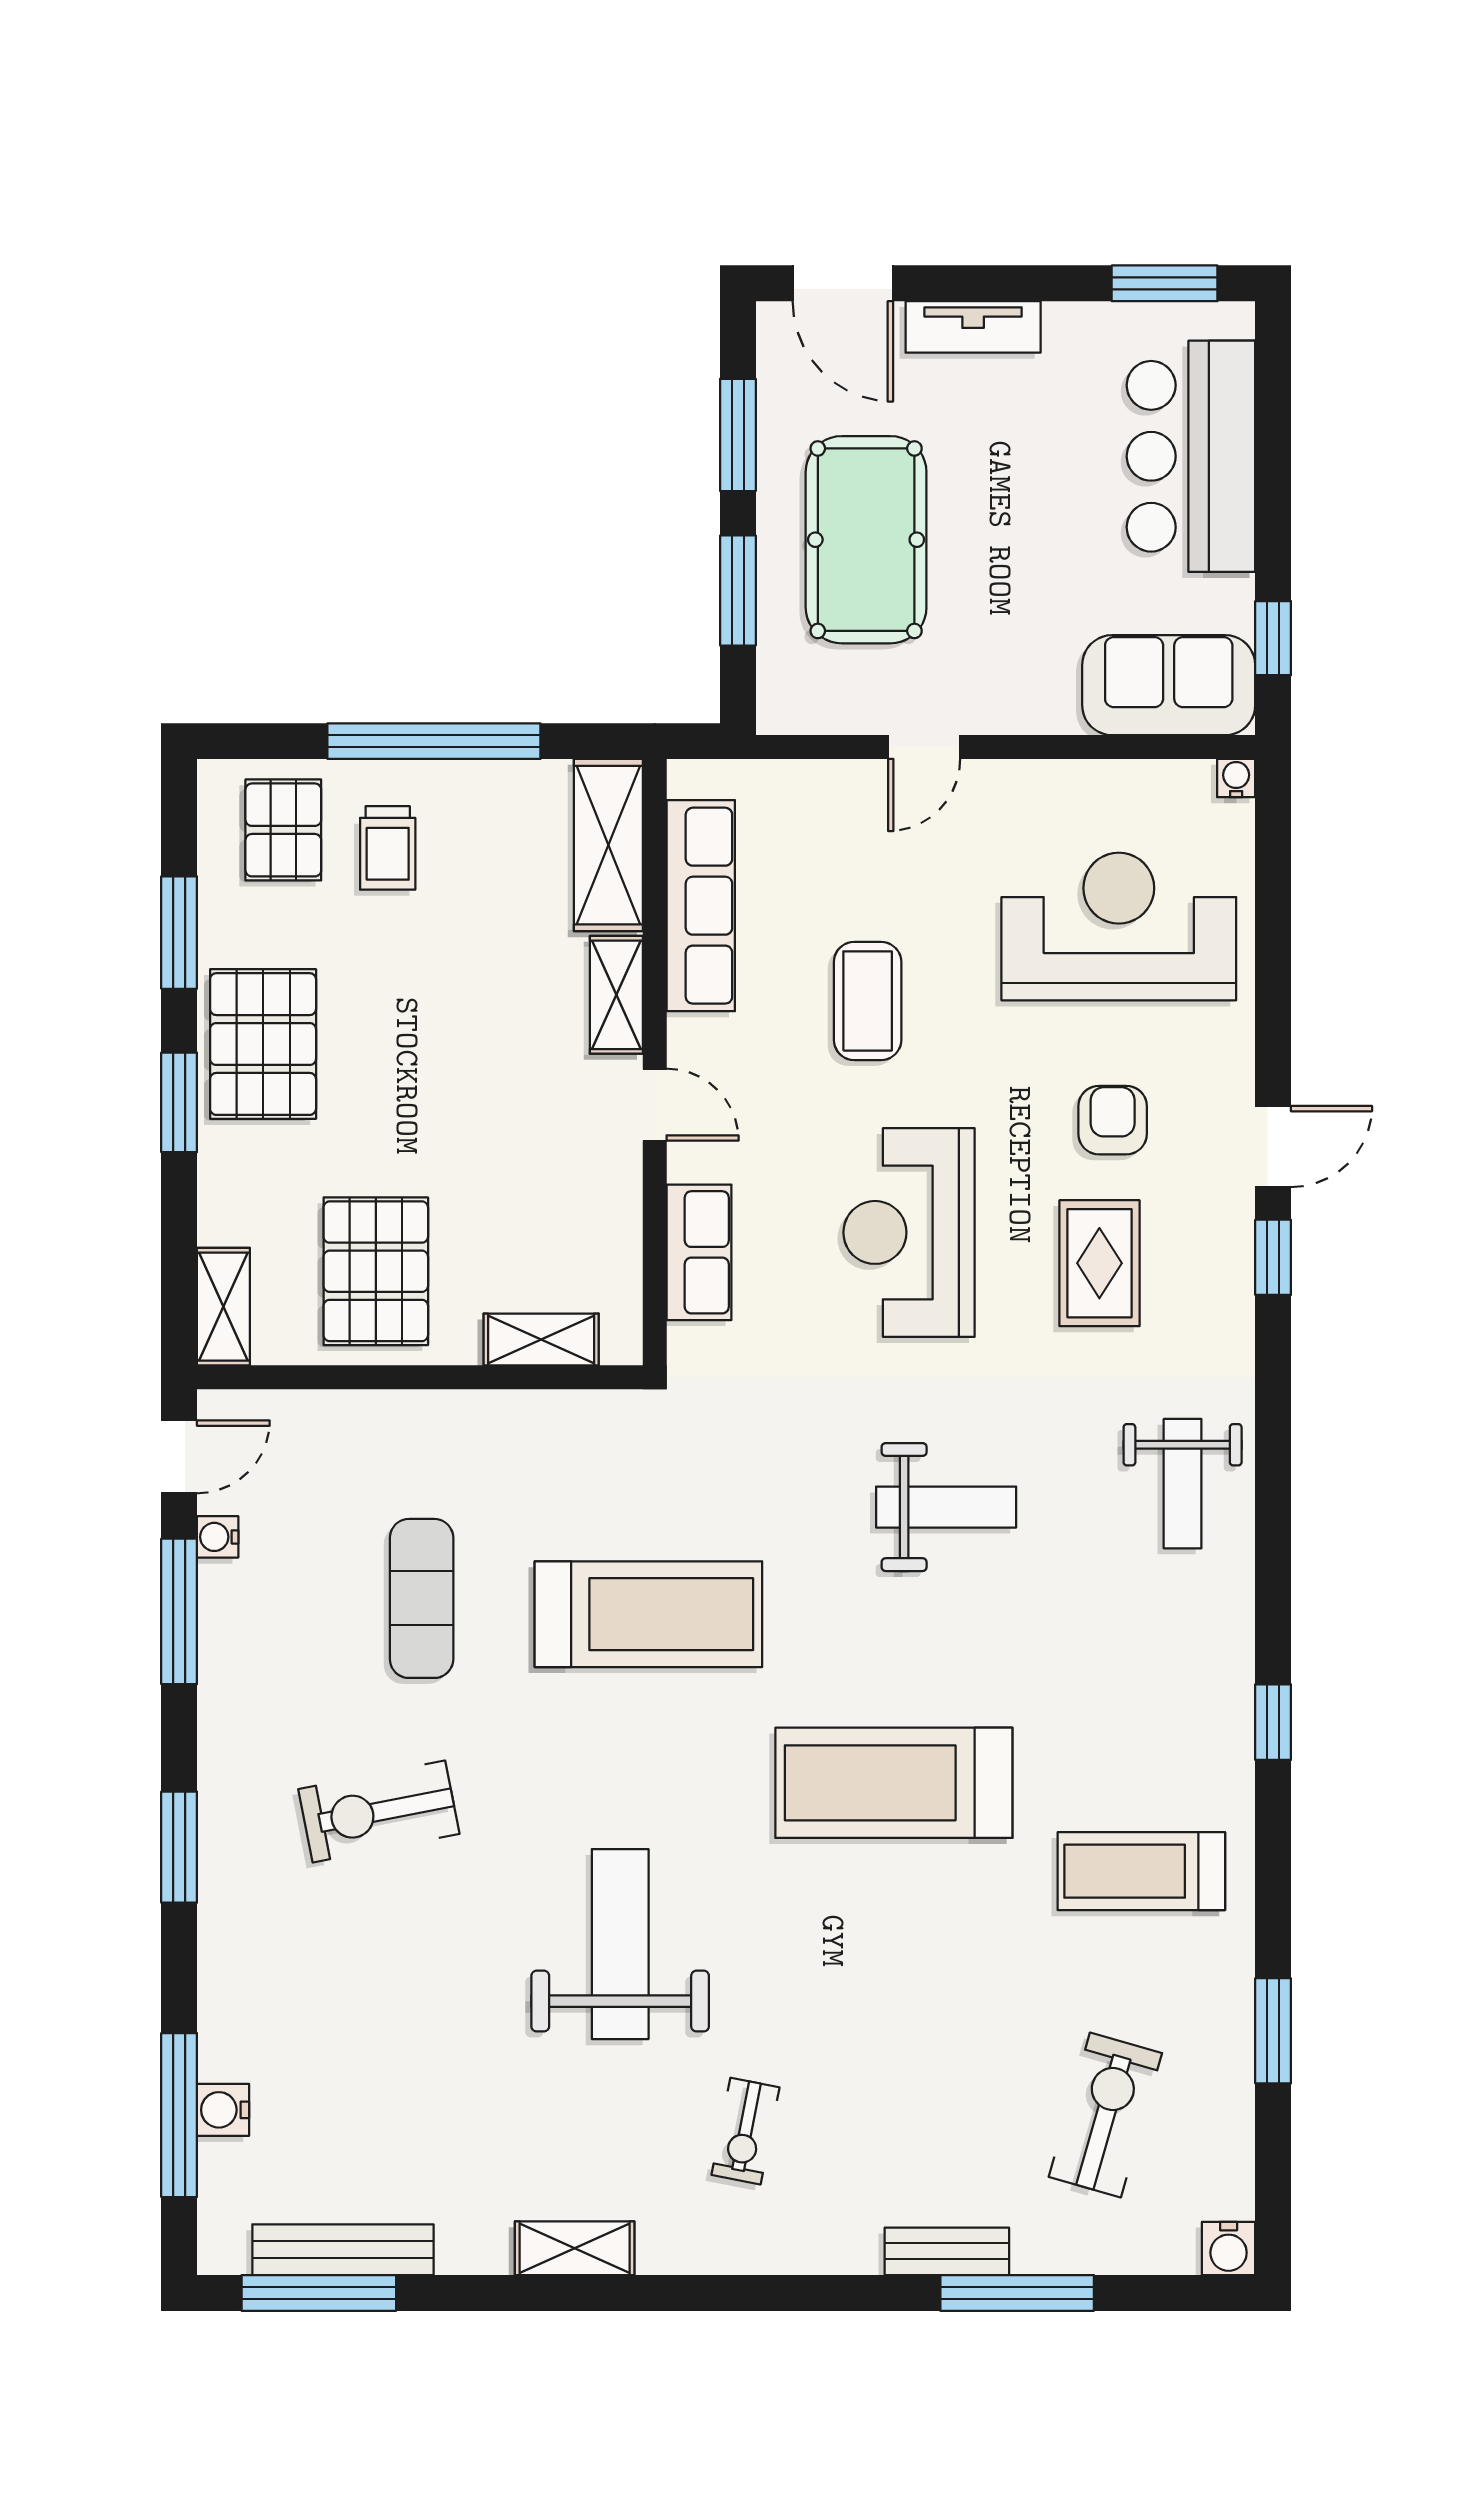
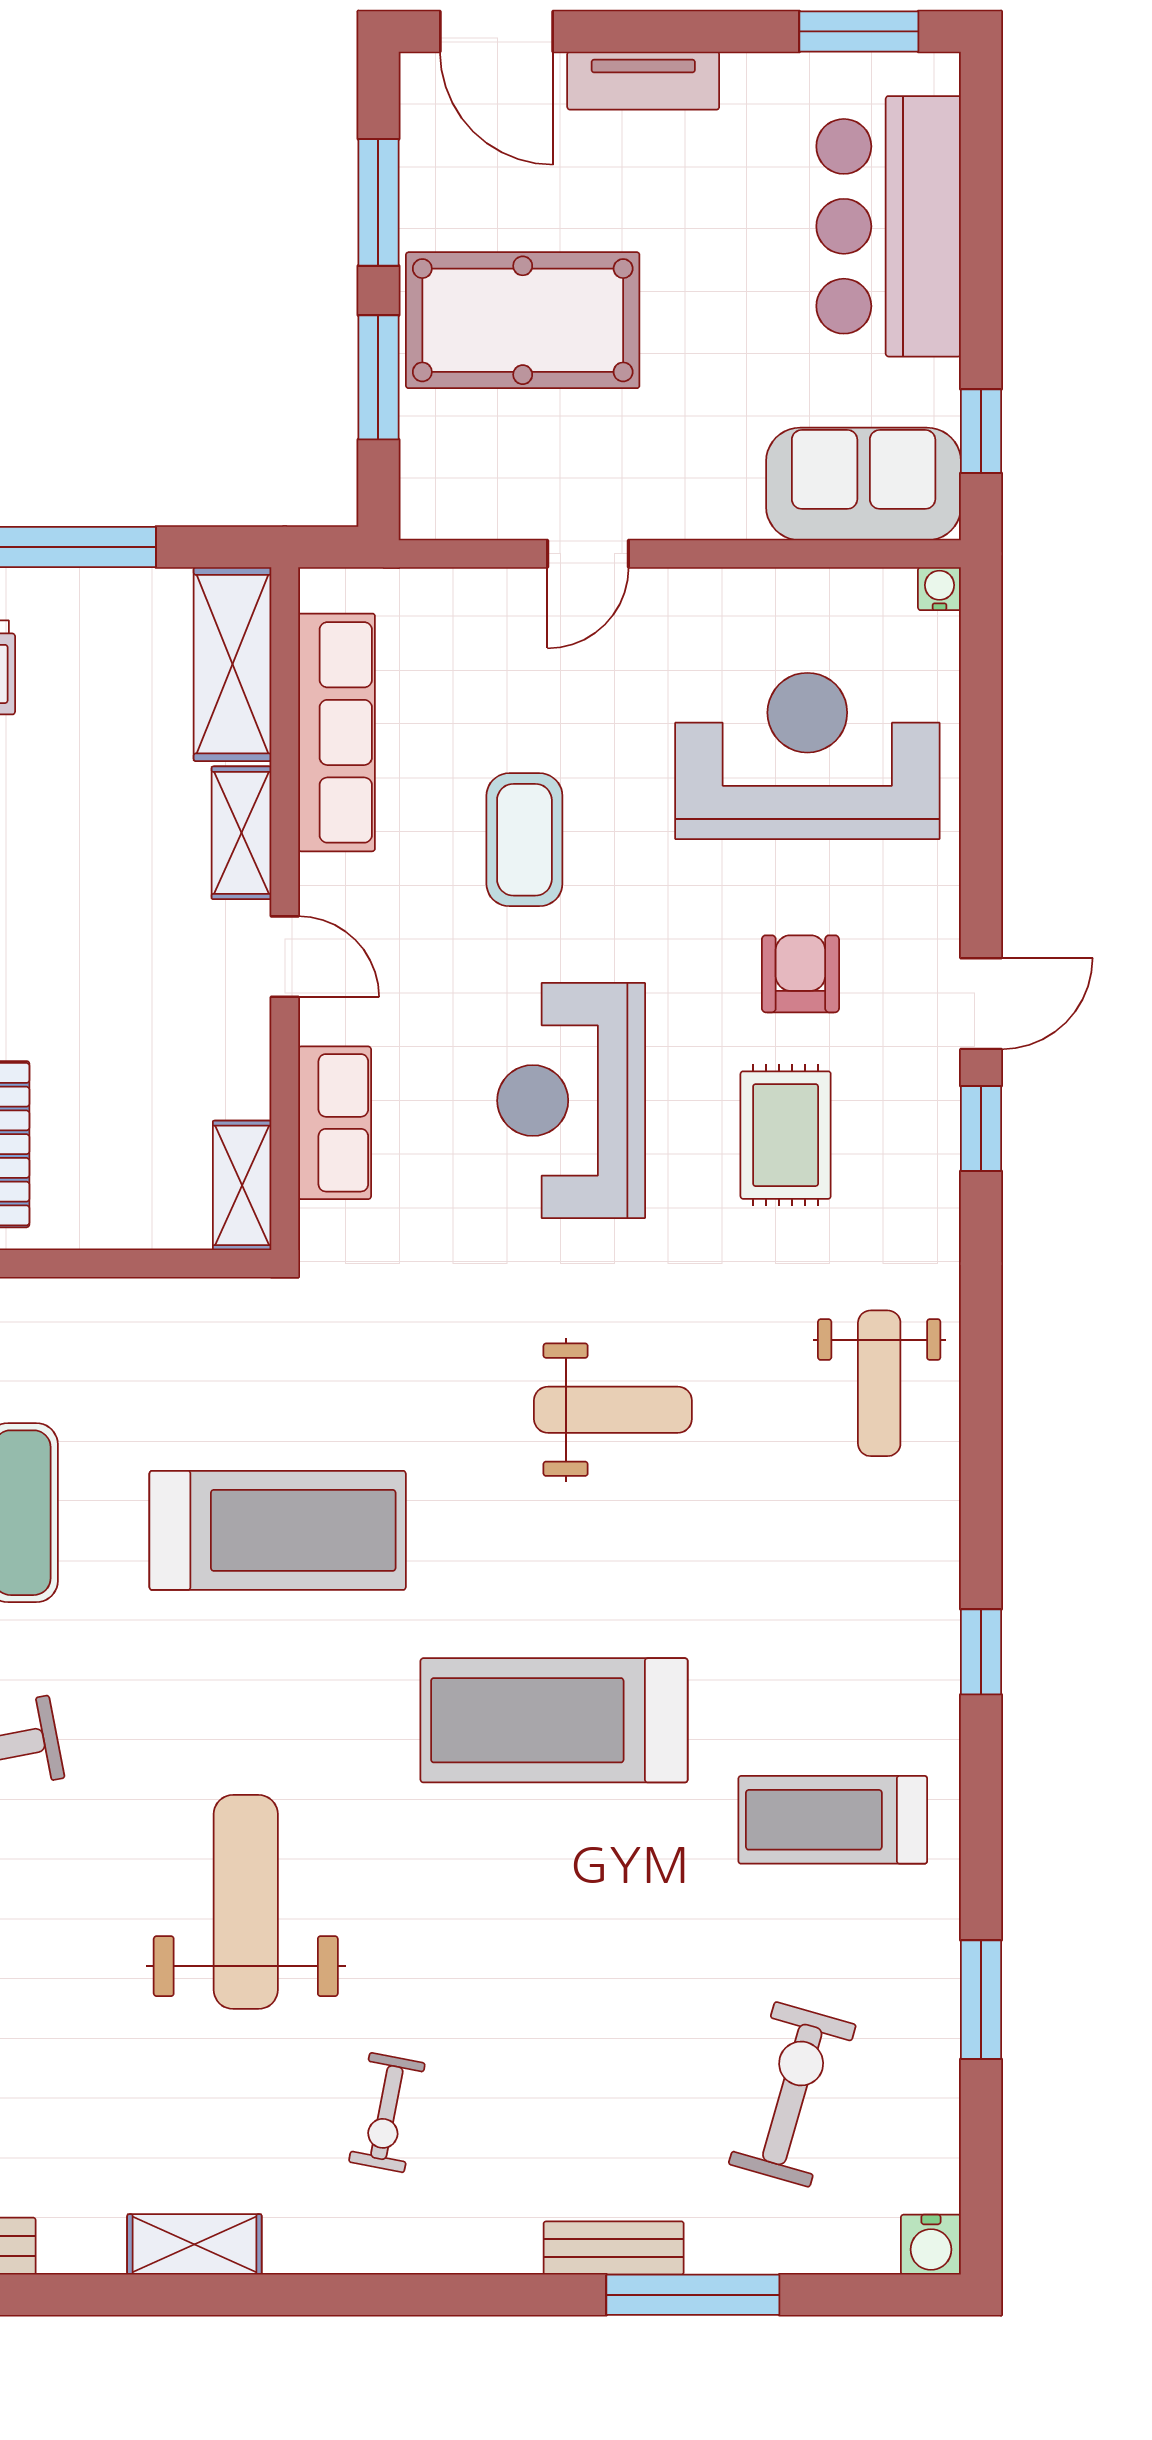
pool table: (866, 540) -> (523, 320), turned 90
shelving: (541, 1340) -> (242, 1185), moved, turned 90

